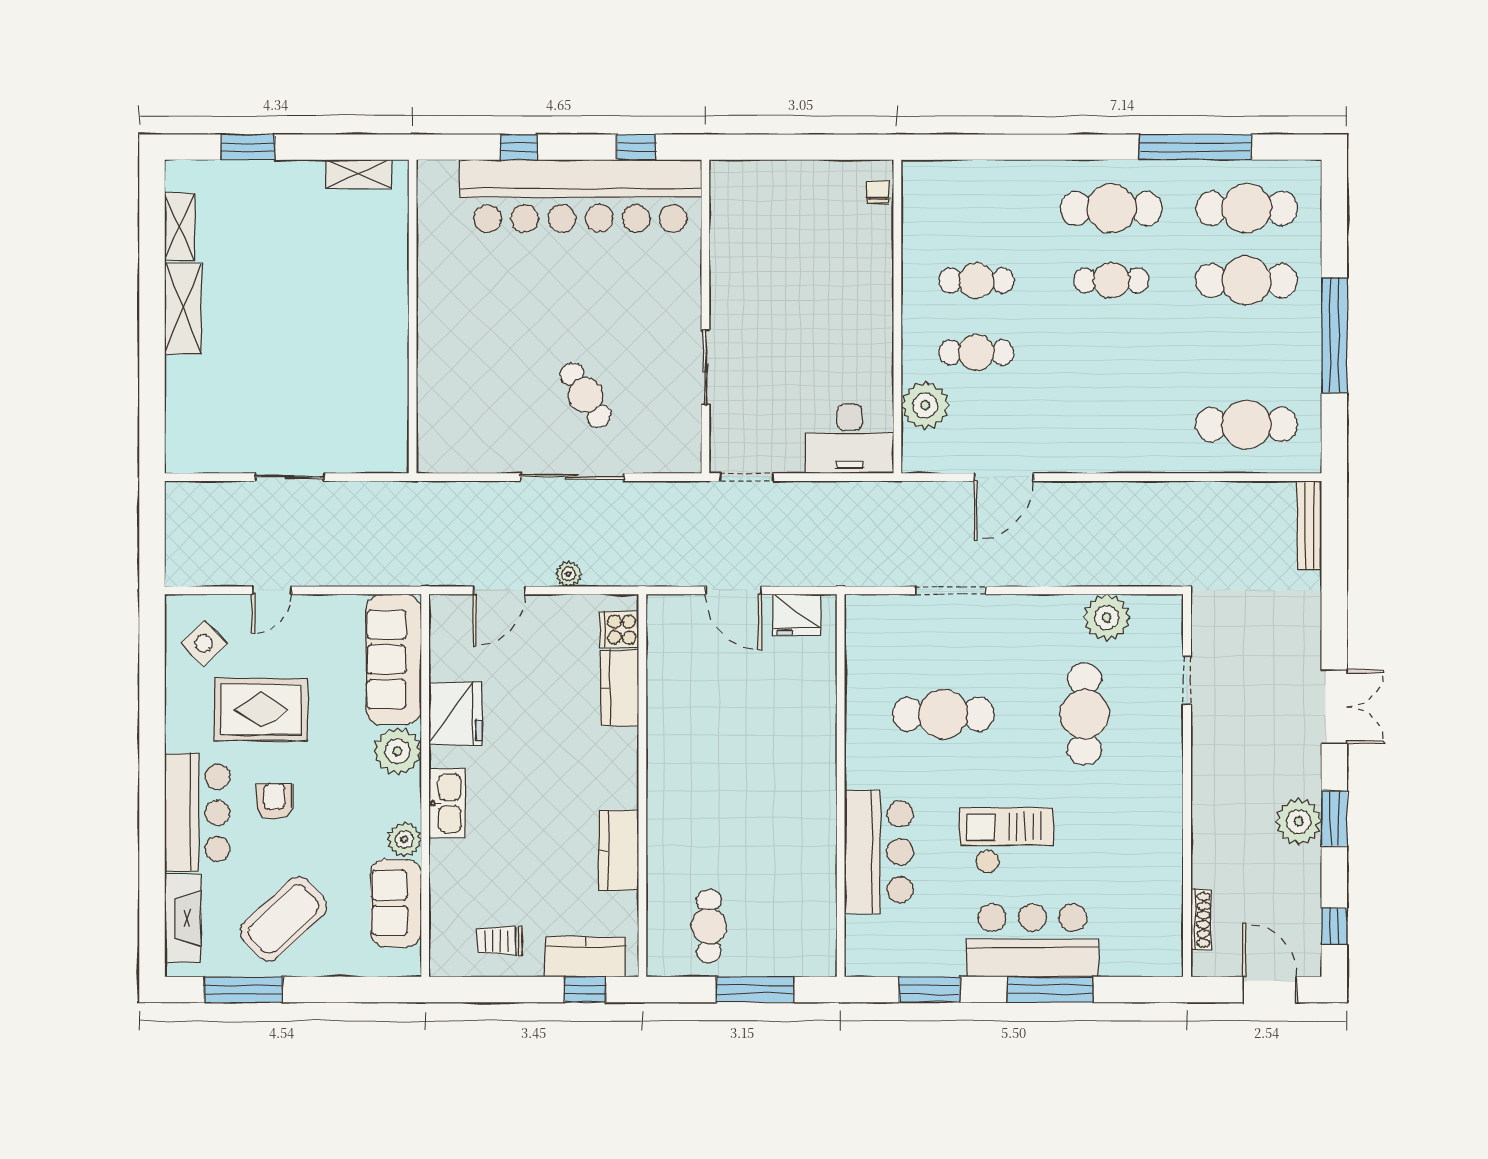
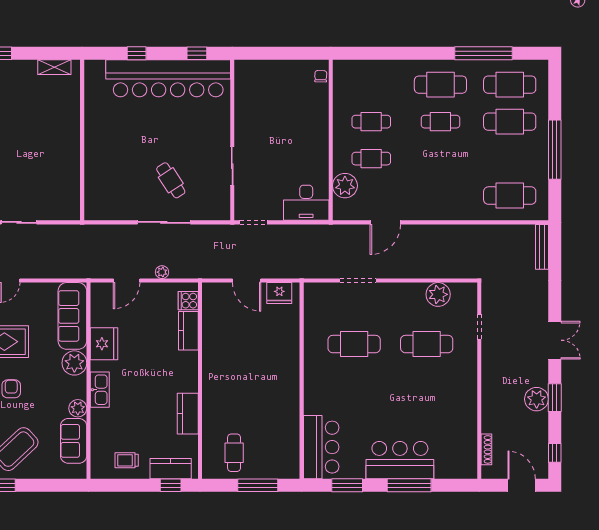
cafe table: (1085, 714) -> (427, 344), turned 90
checkout: (1006, 840) -> (387, 409), removed
bar counter: (879, 852) -> (321, 447), moved

